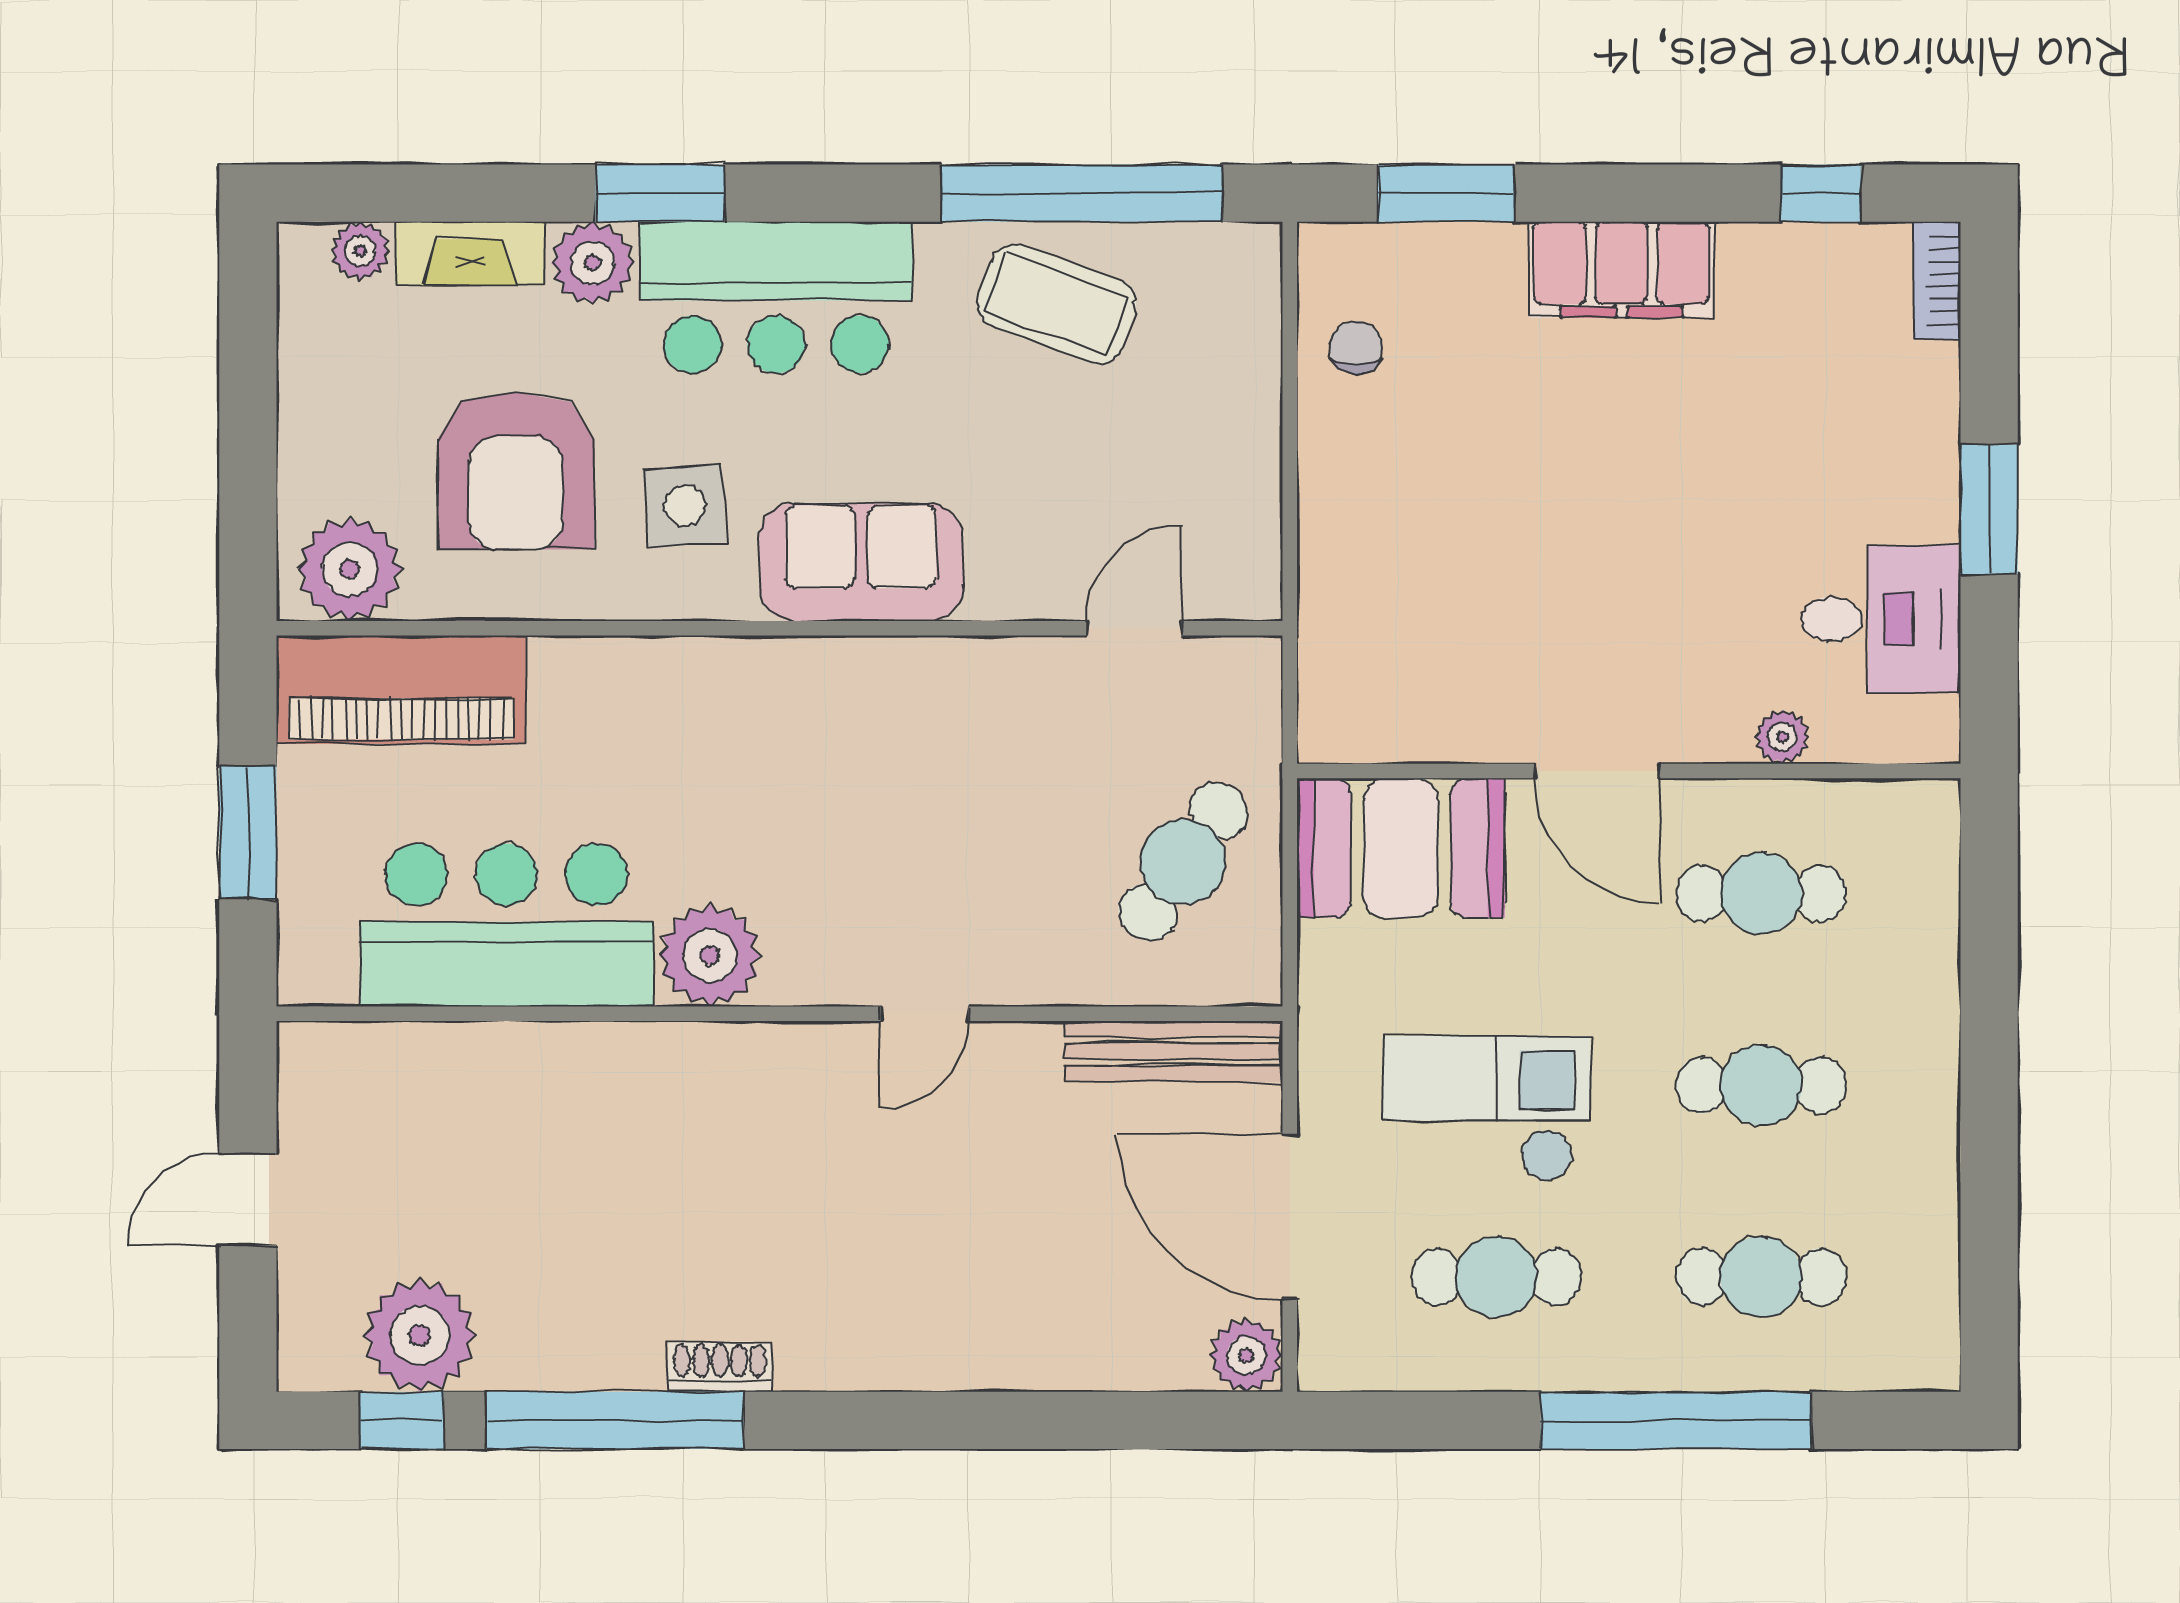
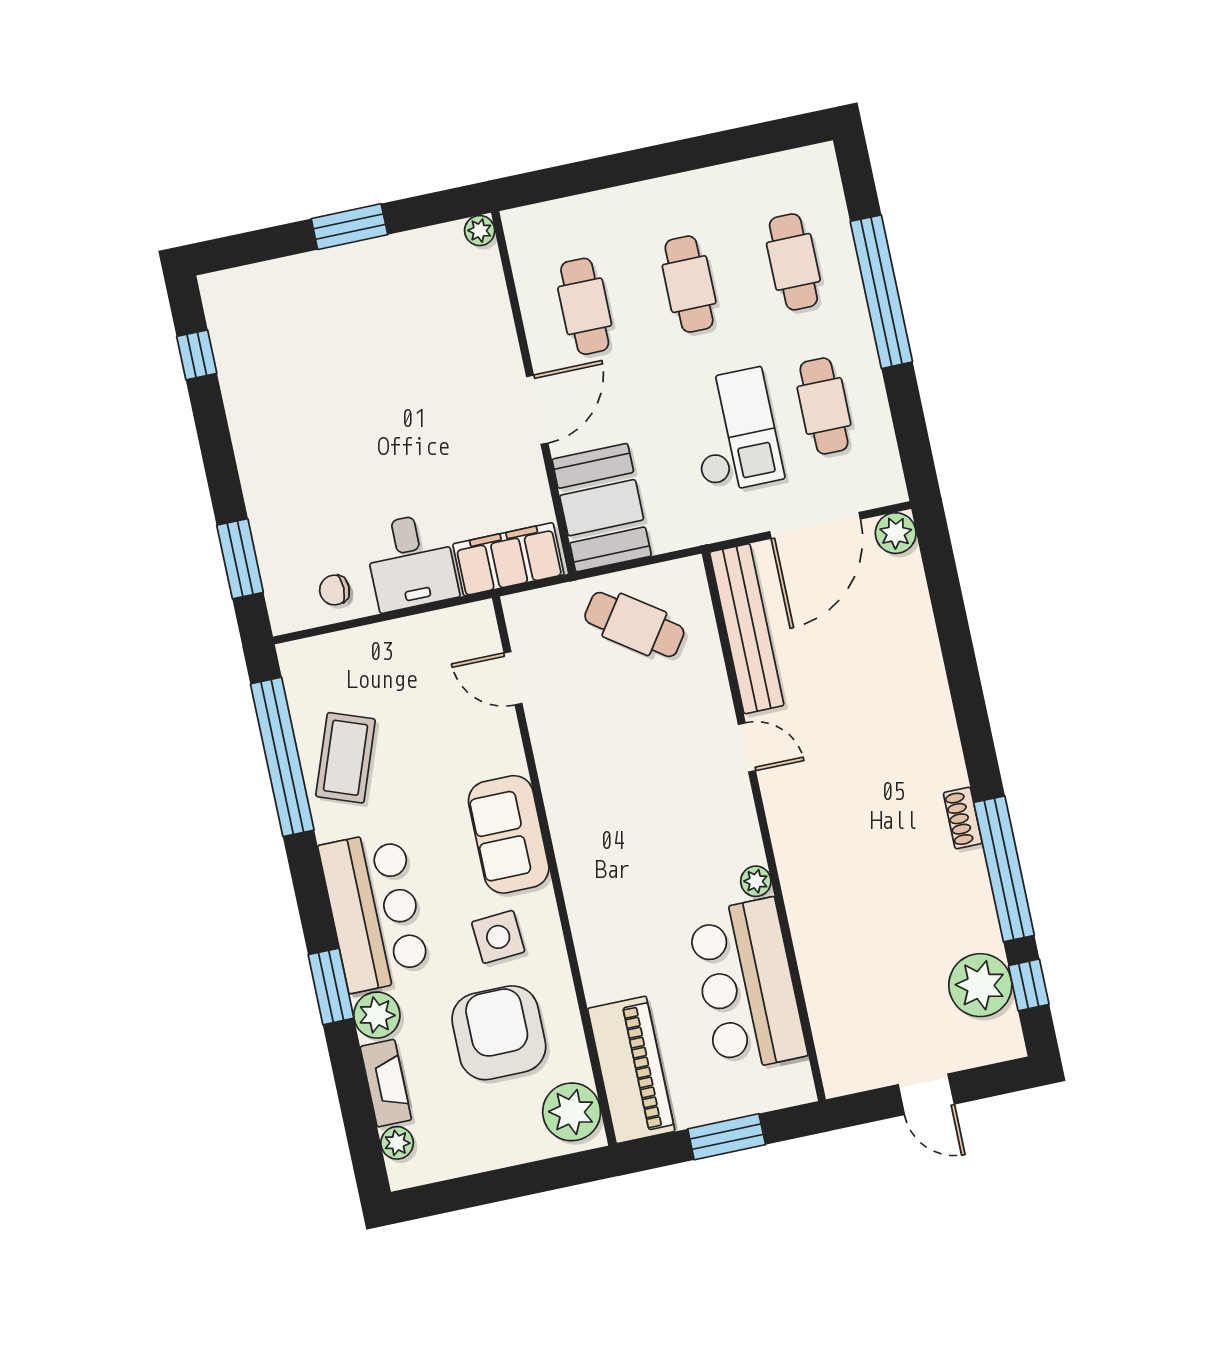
filing cabinet: (1622, 270) -> (508, 559), moved, turned -90
bookcase: (1937, 280) -> (231, 281), removed
armchair: (516, 471) -> (499, 1033), turned -90
desk: (1881, 619) -> (411, 562), moved, turned 180
plant: (1782, 737) -> (480, 231), moved
plant: (710, 955) -> (756, 881), width x0.53, depth x0.53
bench: (1174, 1051) -> (747, 629), width x1.37, depth x1.21
checkout: (1487, 1109) -> (734, 431), turned 180

